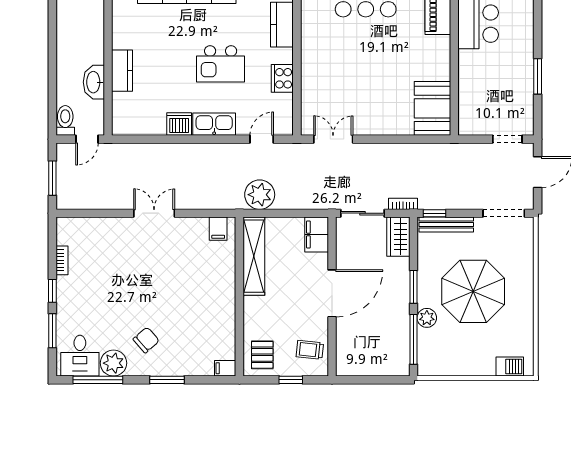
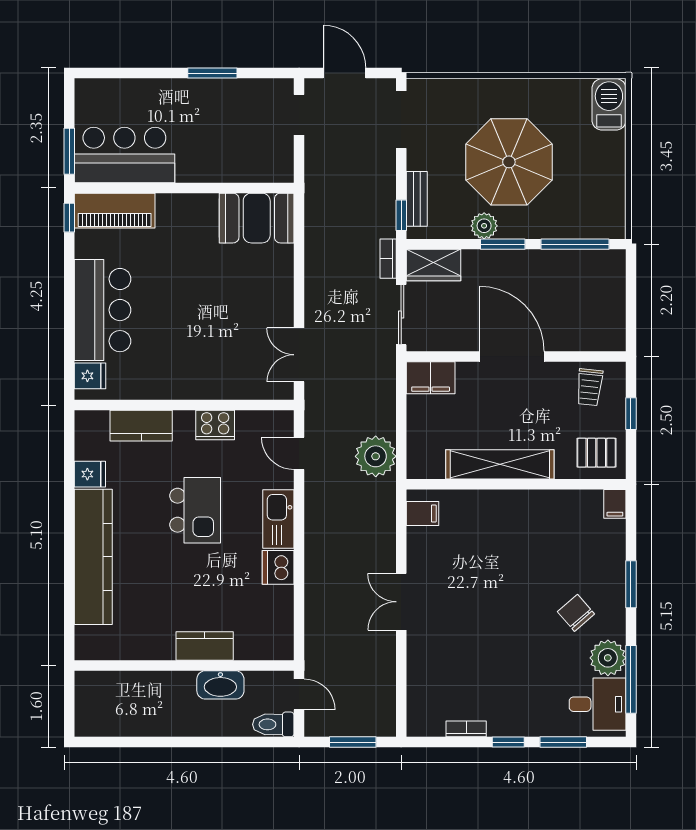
bench: (446, 225) -> (417, 199), width x0.73
shelving: (254, 256) -> (500, 464), moved
plant: (427, 318) -> (484, 226), moved
barbecue: (510, 366) -> (609, 104), width x1.38, depth x1.27

